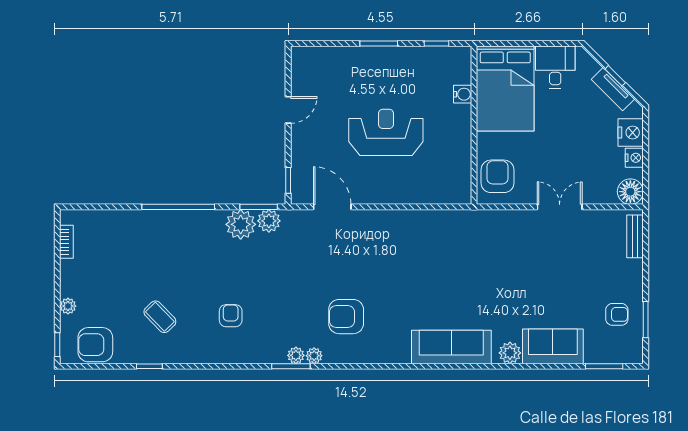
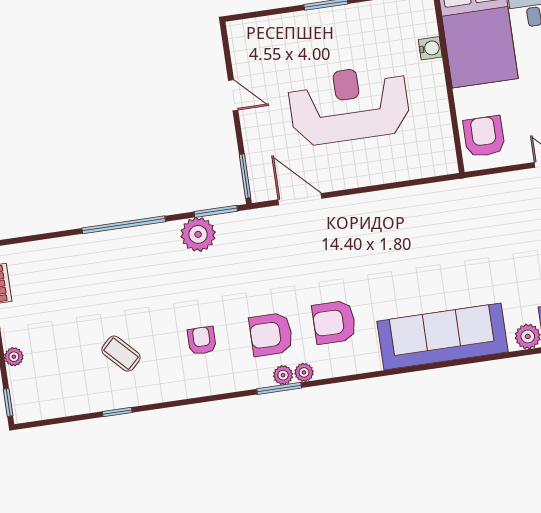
door: (288, 110) -> (233, 95), hinge flipped
reception desk: (386, 132) -> (349, 105), width x1.36, depth x1.30
window: (288, 180) -> (245, 176), width x1.50
plant: (269, 221) -> (230, 226), removed
armchair: (95, 345) -> (271, 334), moved
sofa: (451, 347) -> (442, 337), width x1.36, depth x1.27

